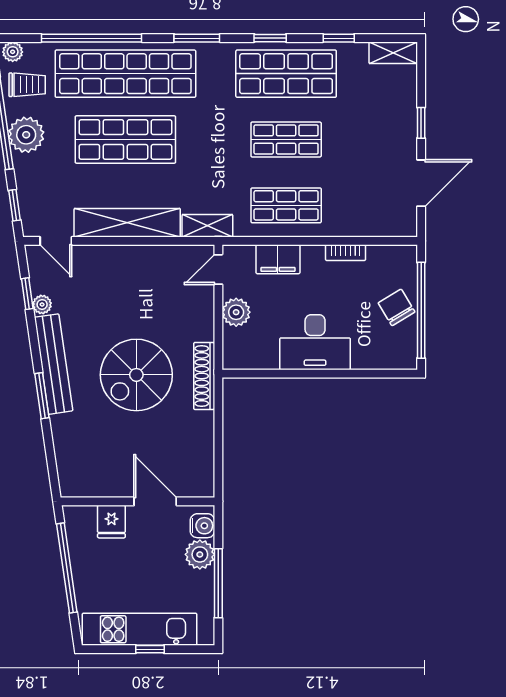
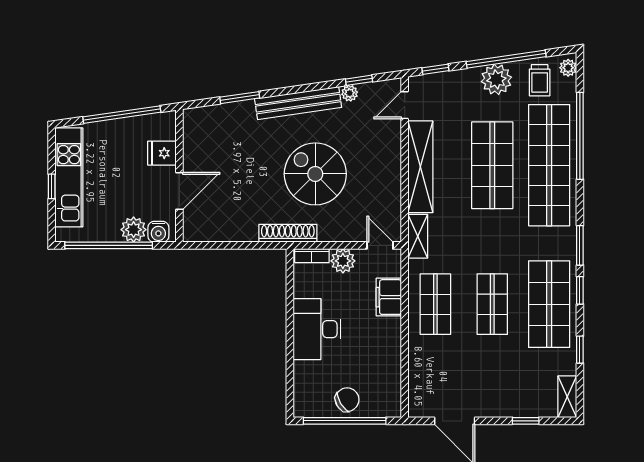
window: (197, 38) -> (580, 245), moved
window: (421, 123) -> (526, 421), moved
bookcase: (346, 253) -> (312, 256), moved, turned -90
spiral stairs: (136, 375) -> (315, 174), moved
window: (42, 396) -> (240, 98), moved
window: (218, 583) -> (109, 245), width x1.46

